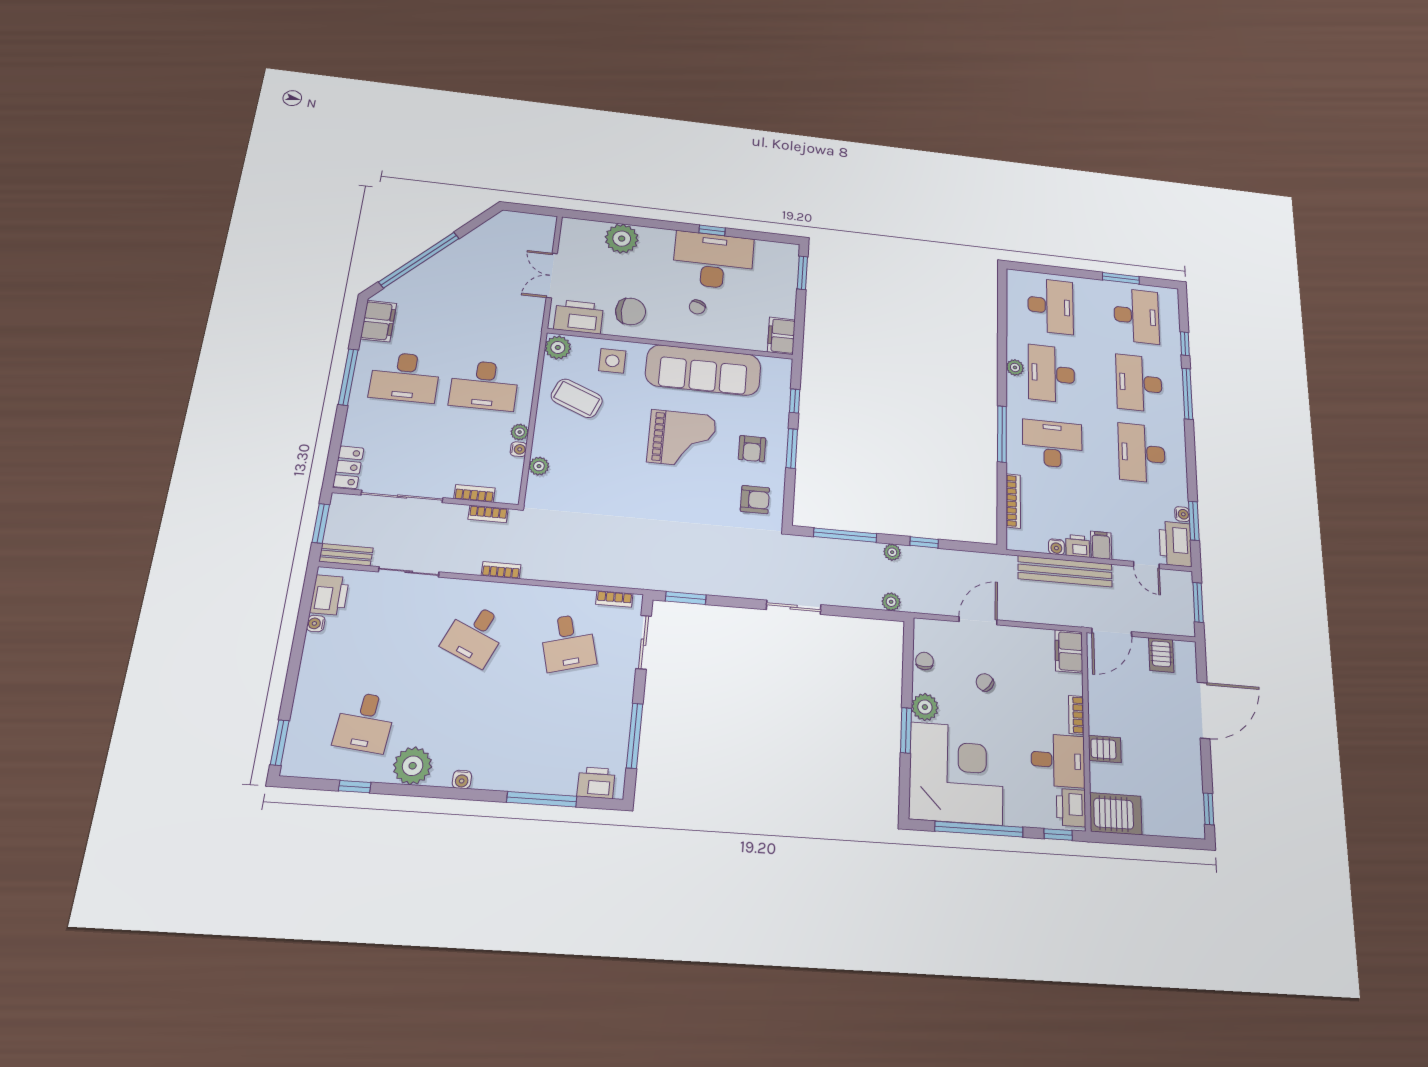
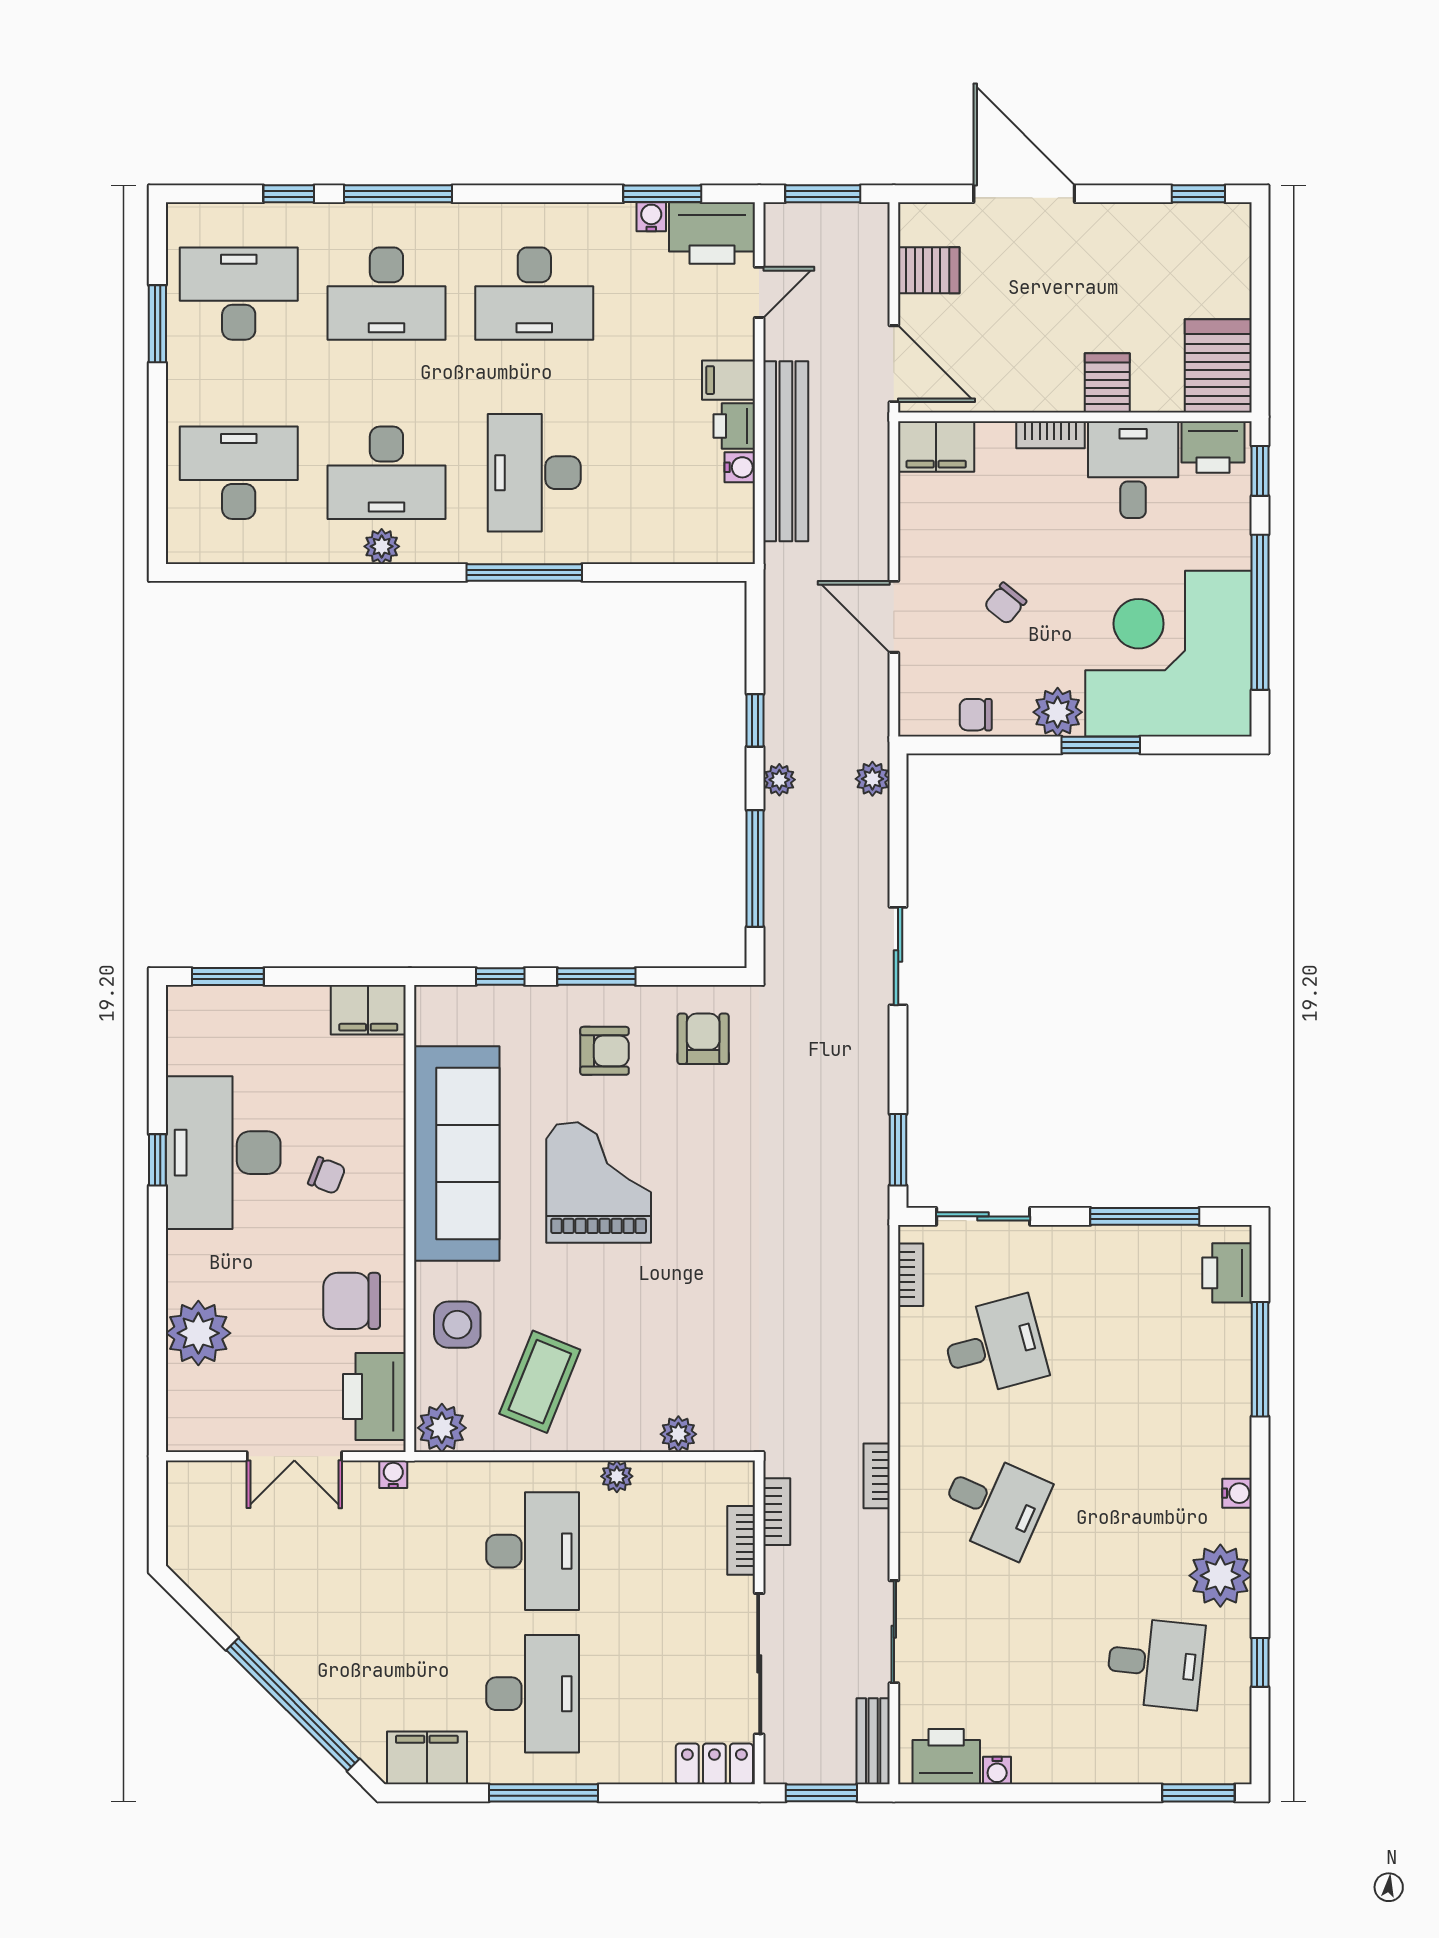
chair: (631, 311) -> (352, 1301), turned -90
water cooler: (518, 449) -> (393, 1474), moved
bookcase: (1013, 501) -> (657, 550), removed

